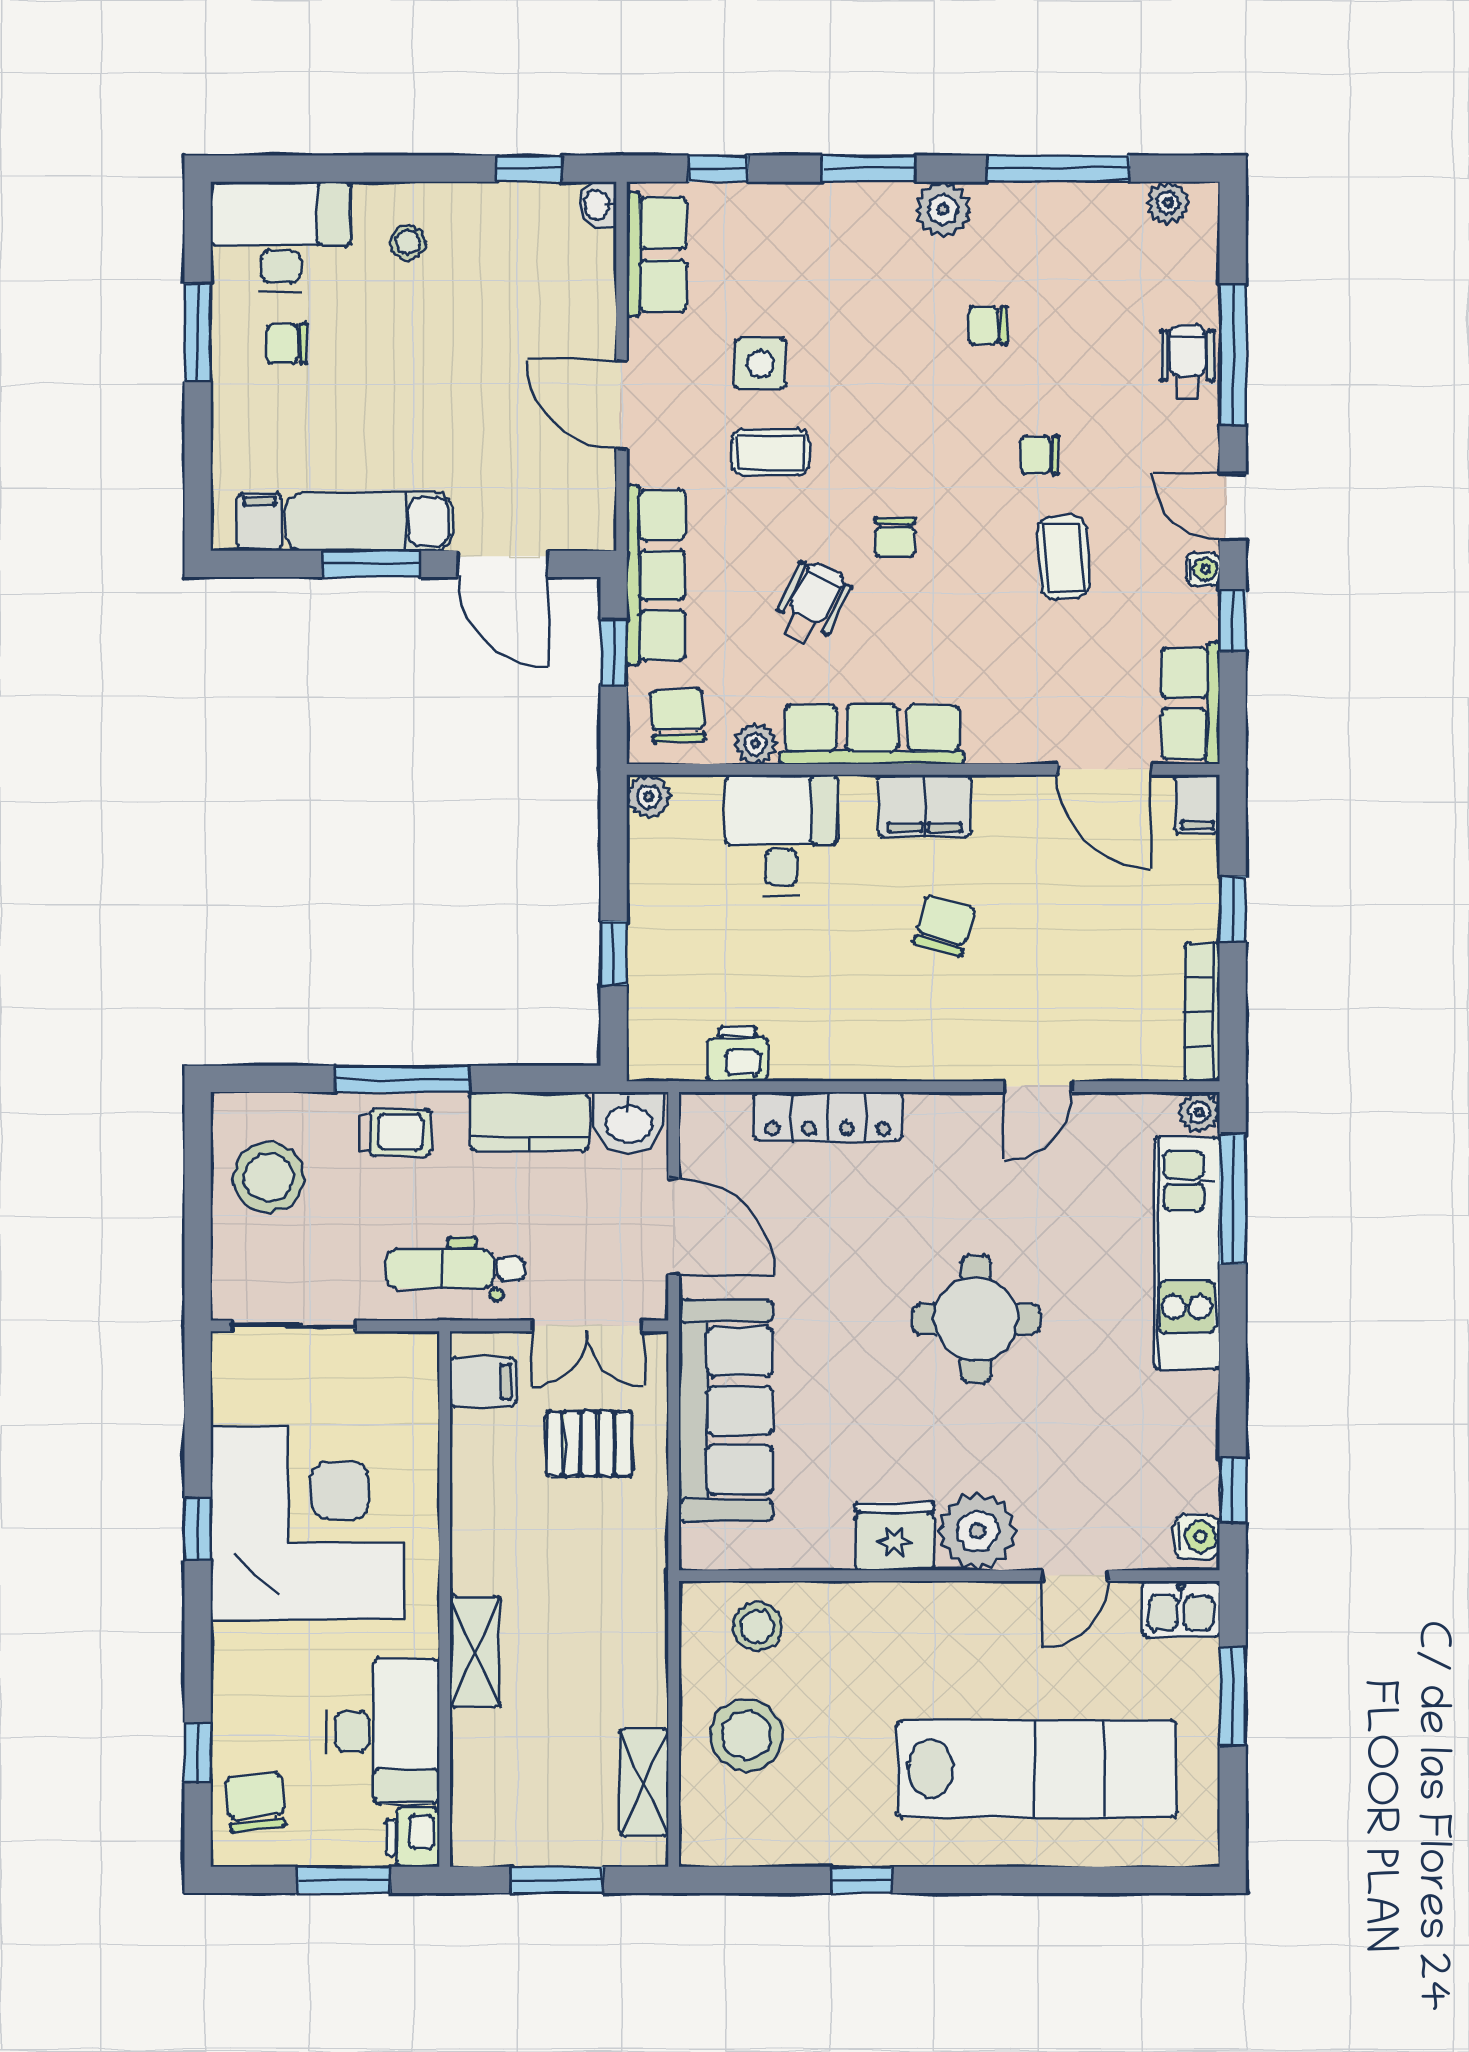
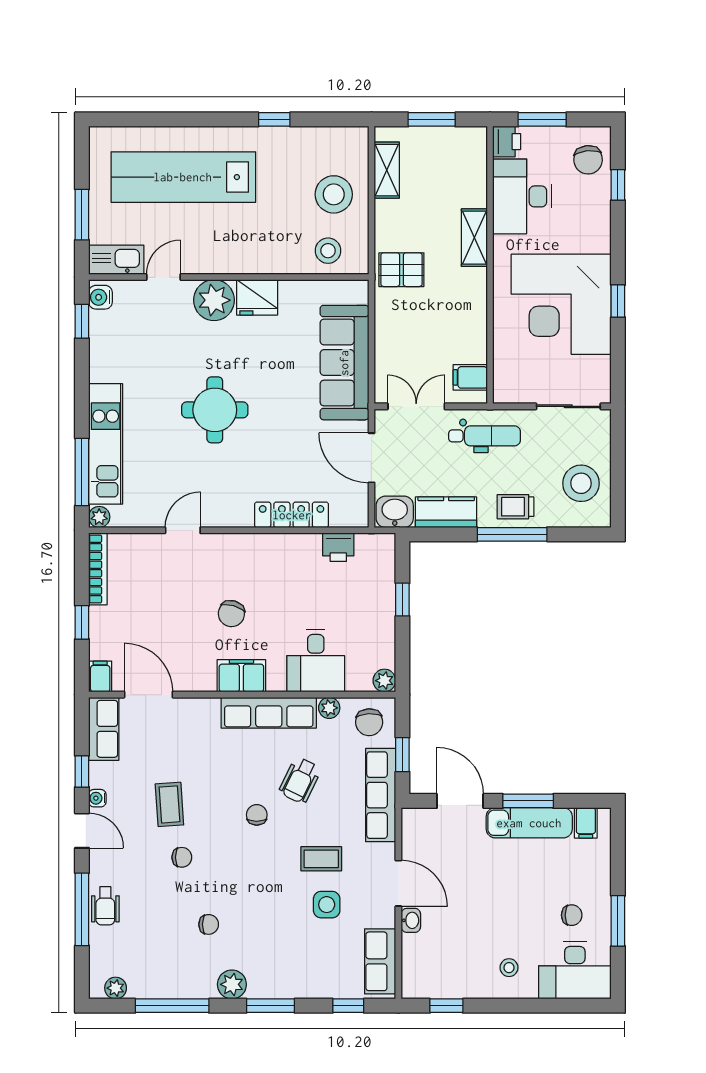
washbasin: (598, 205) -> (411, 920), moved
pallet: (589, 1444) -> (401, 270), moved
kitchen sink: (1181, 1609) -> (116, 260), width x1.38

